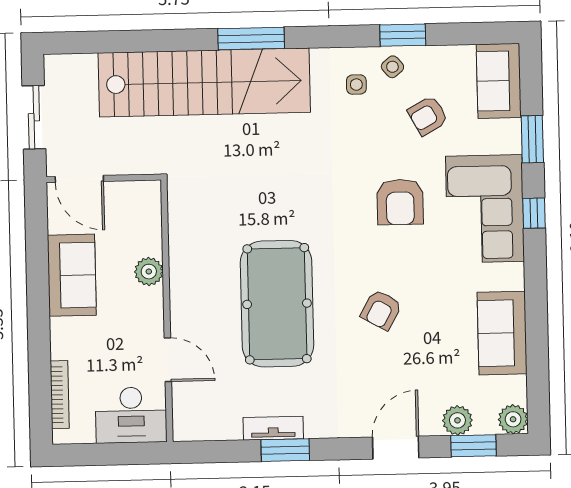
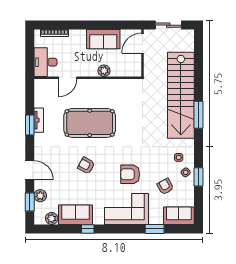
window: (534, 213) -> (88, 229), moved
plant: (513, 419) -> (52, 218), moved

